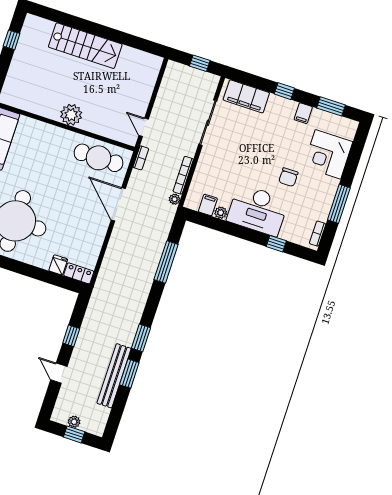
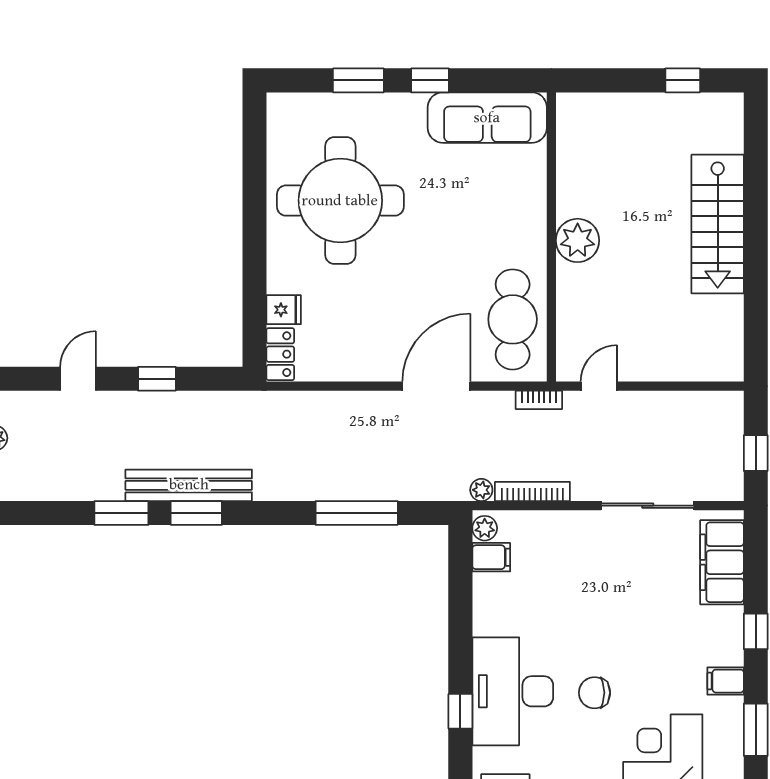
desk: (258, 210) -> (513, 691), moved
plant: (221, 213) -> (485, 528), moved
bench: (114, 376) -> (189, 485), moved

